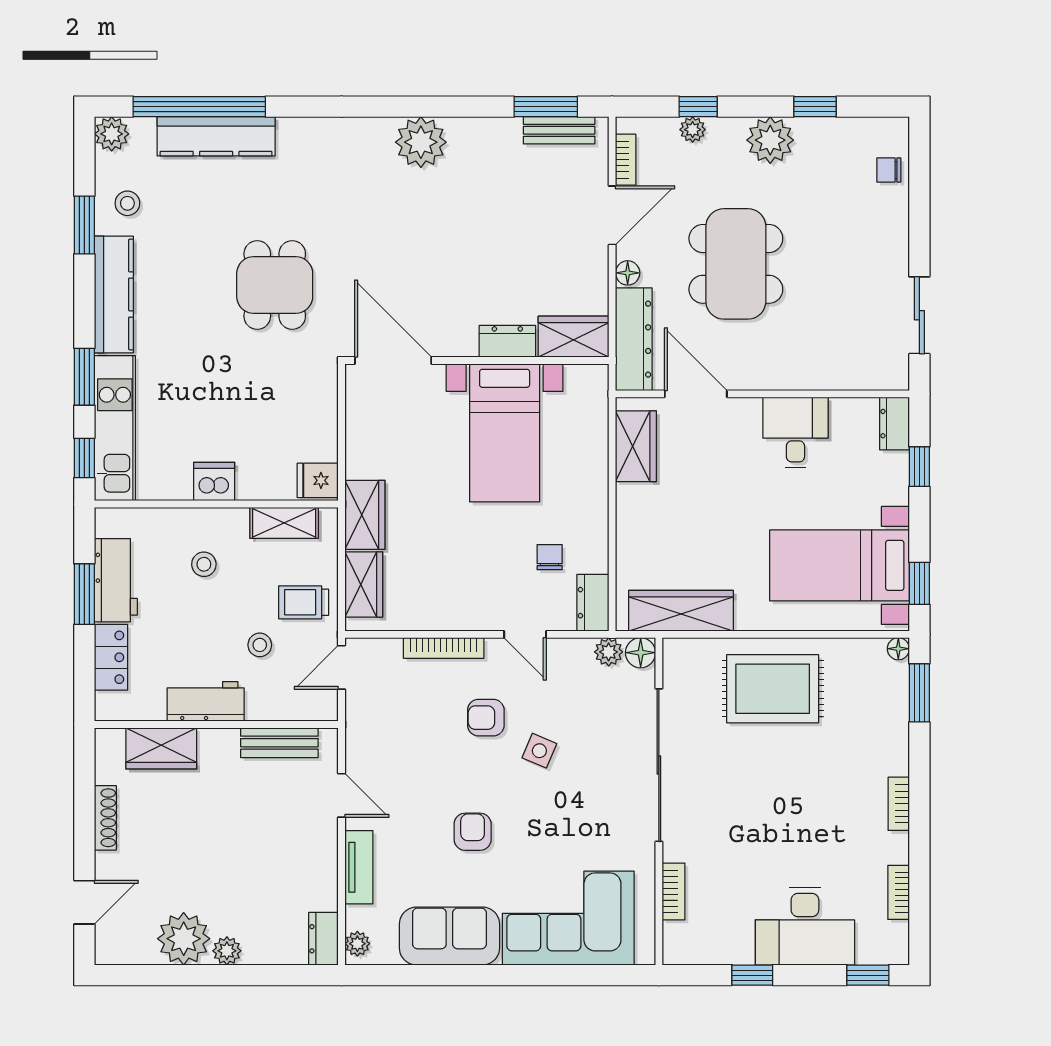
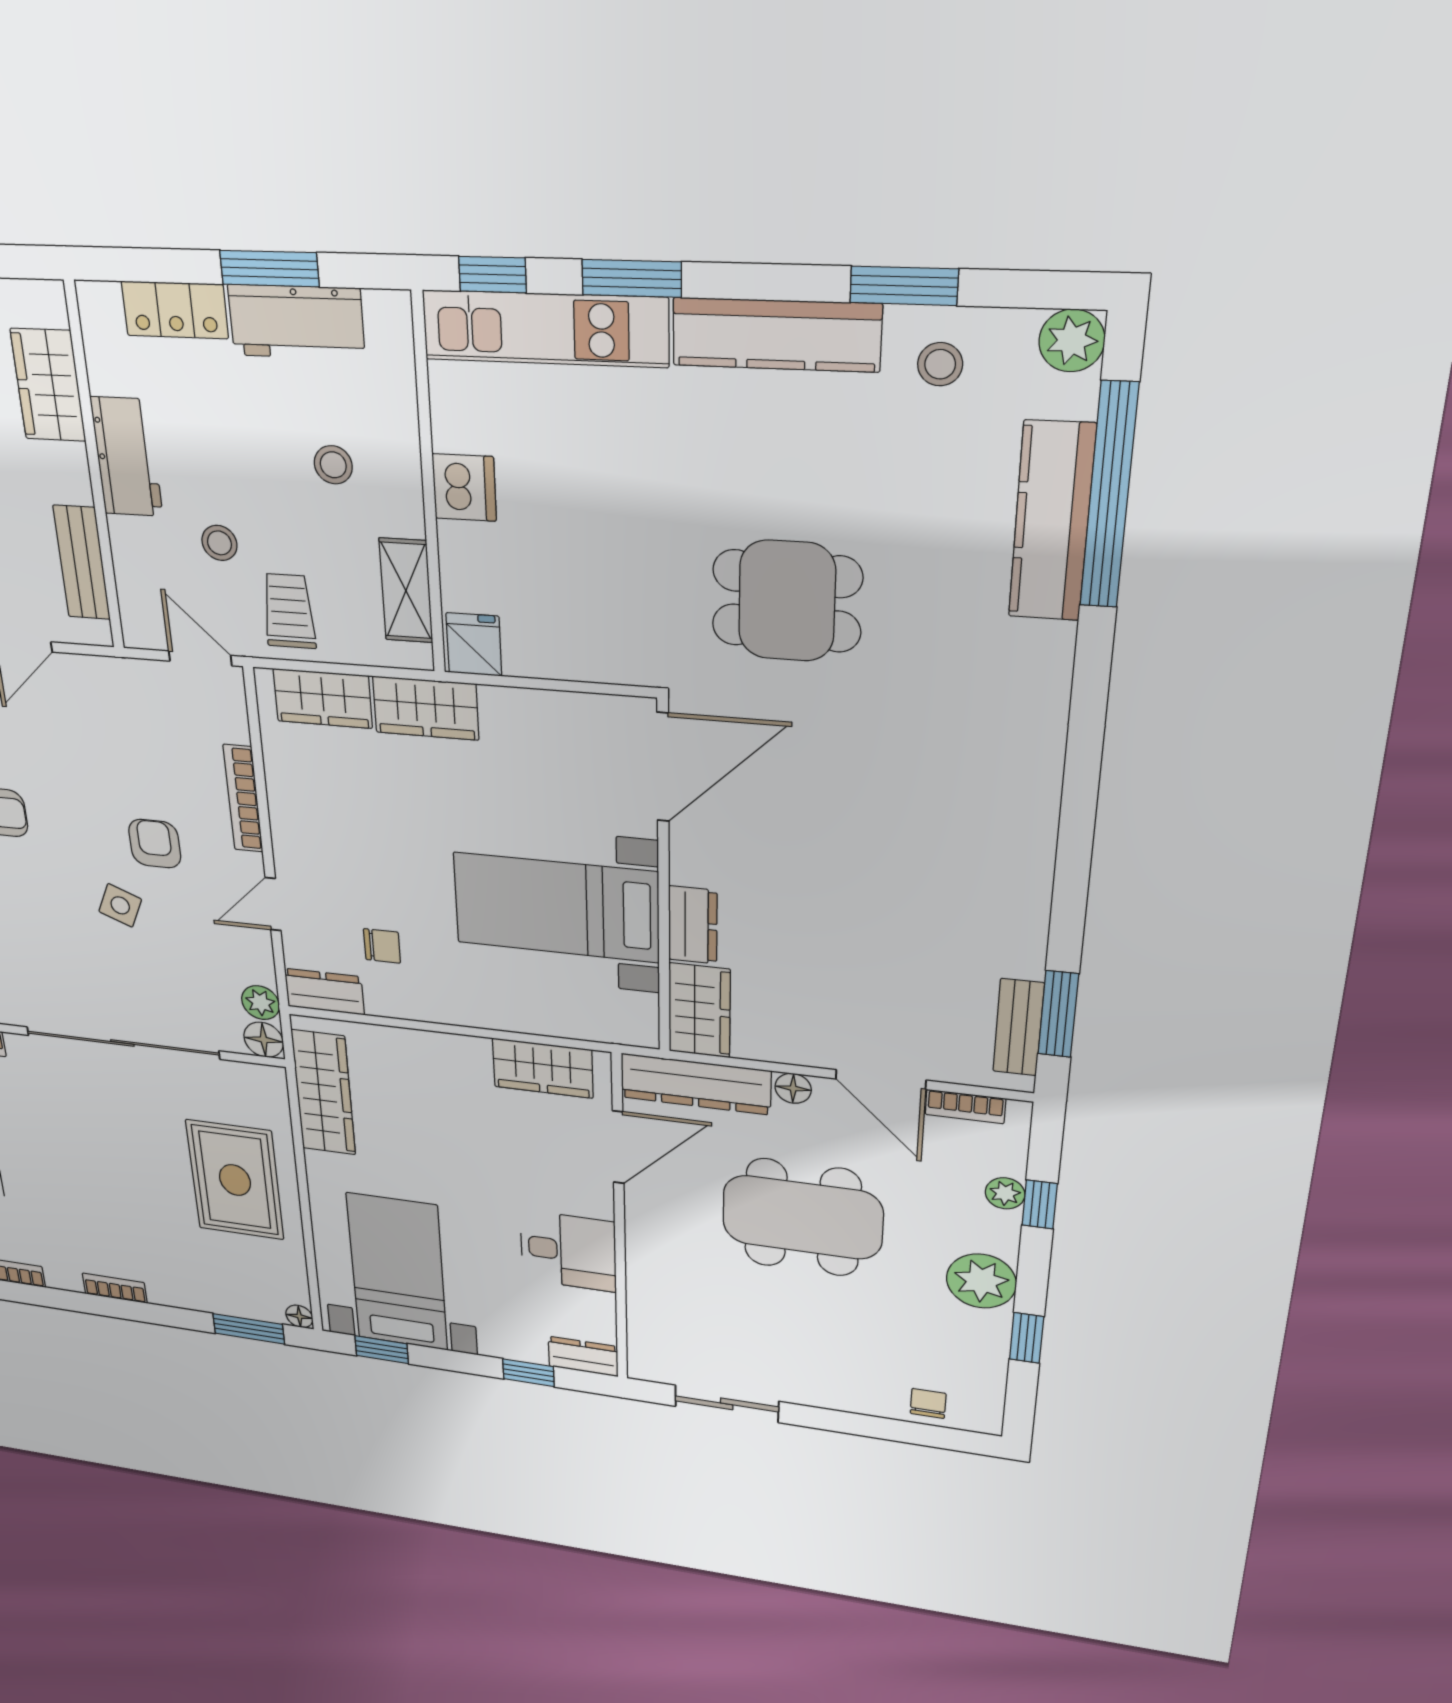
plant: (421, 142) -> (1015, 837), removed

